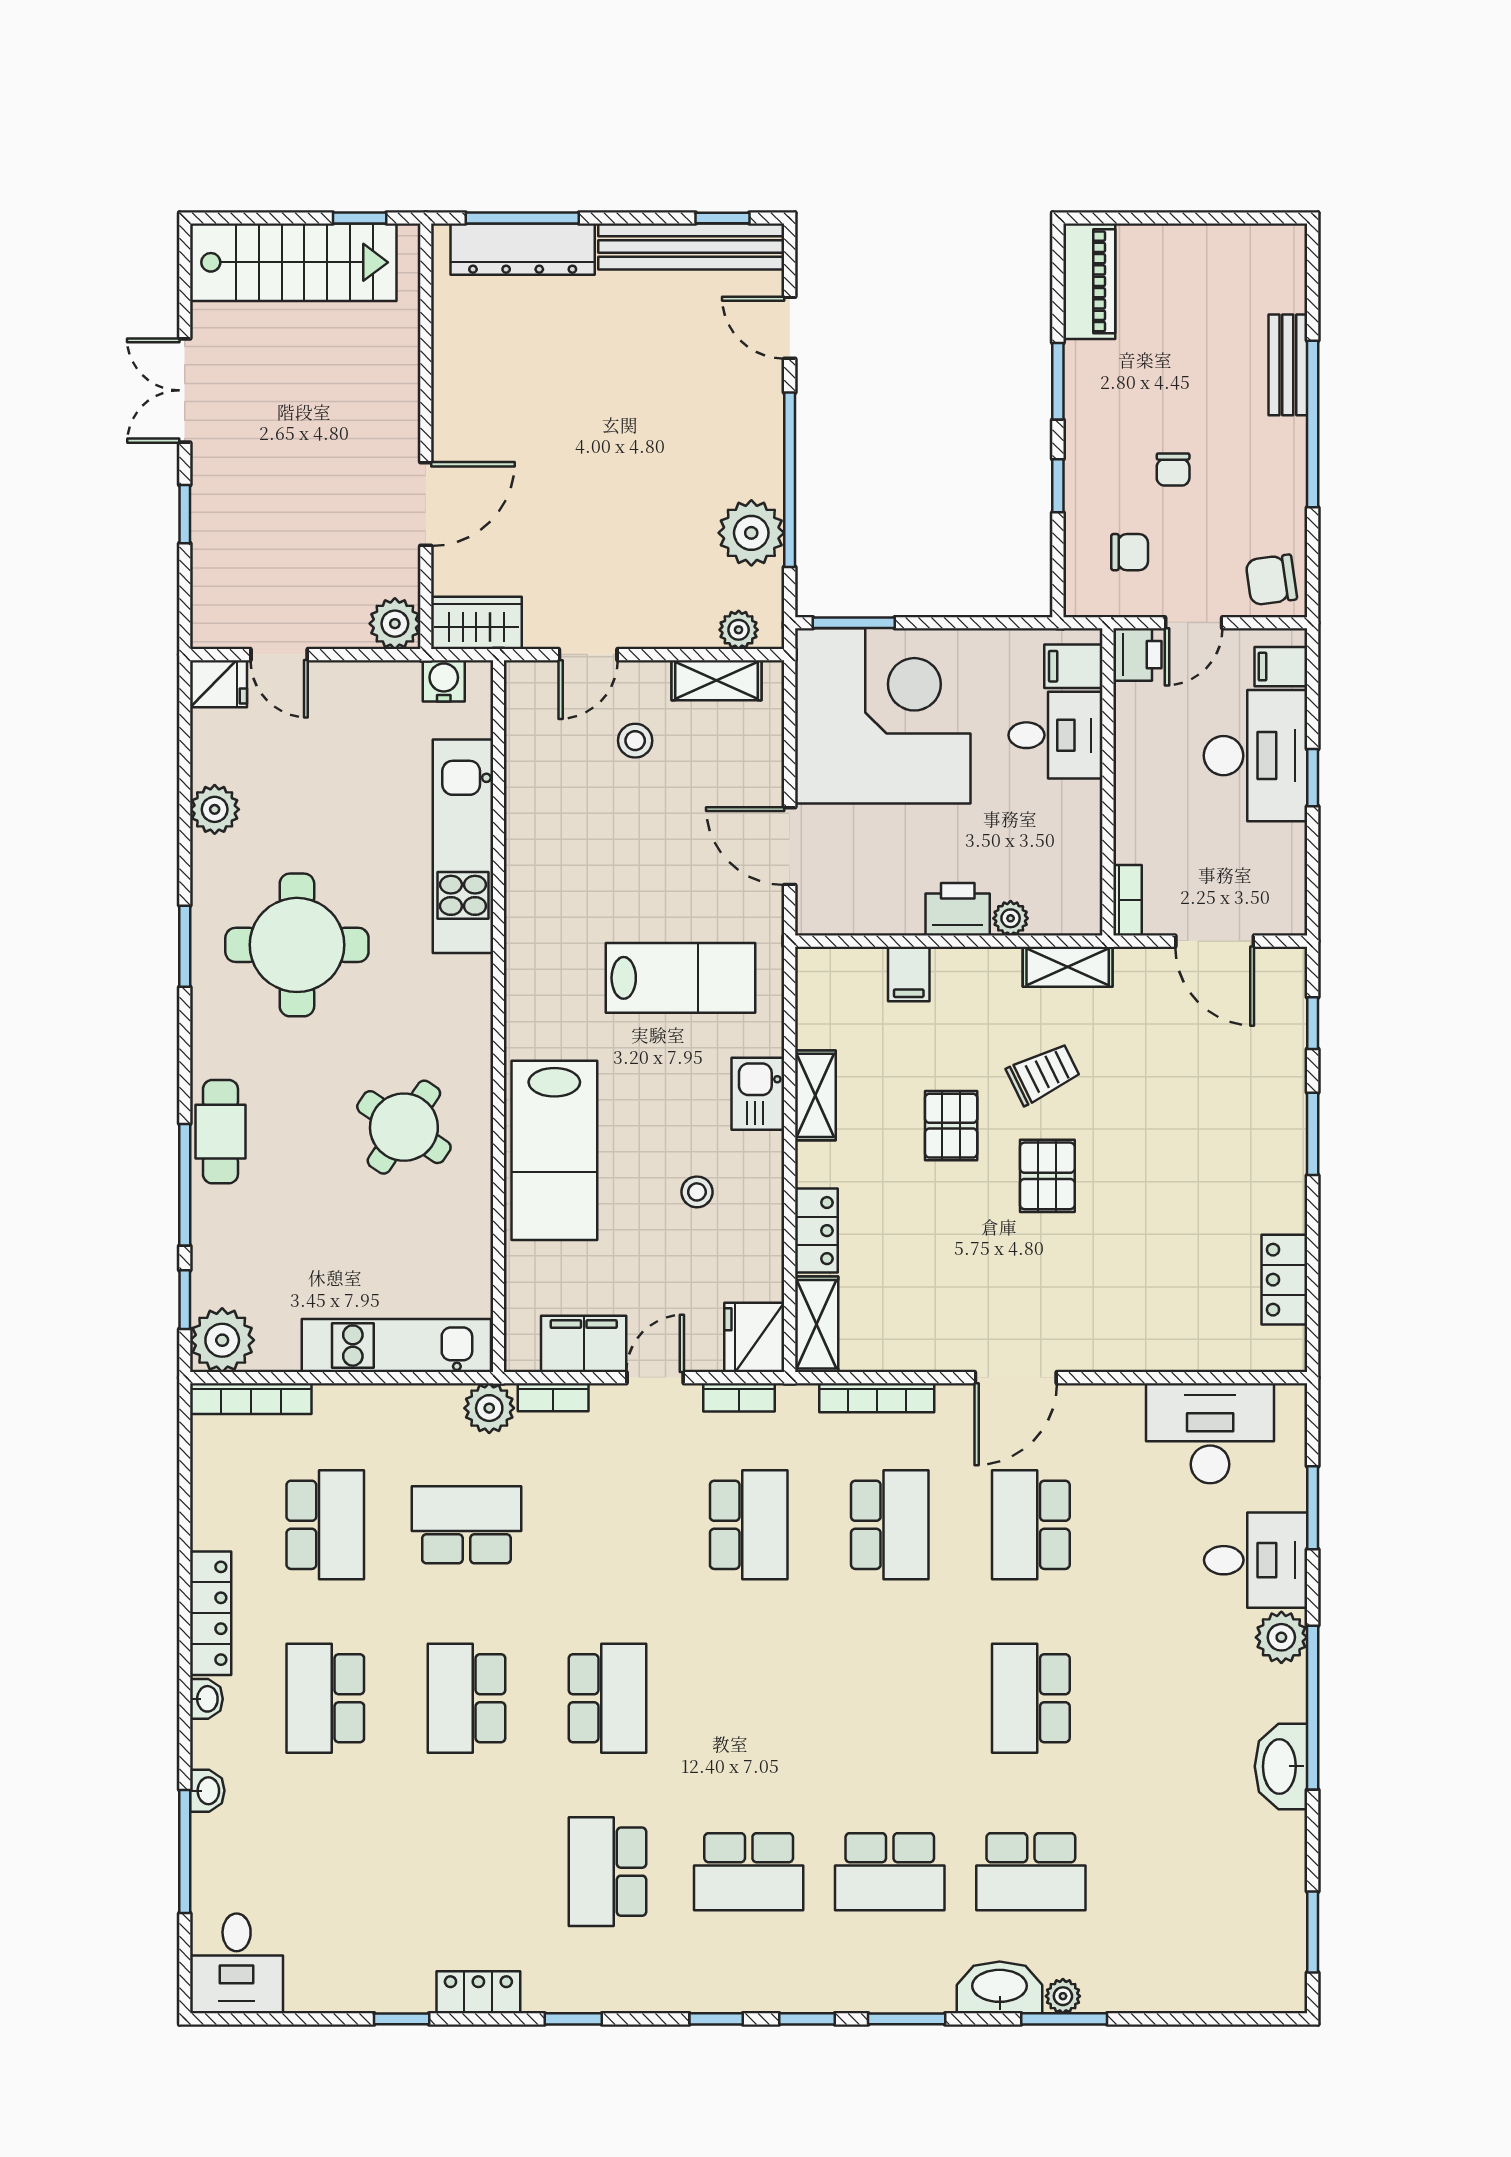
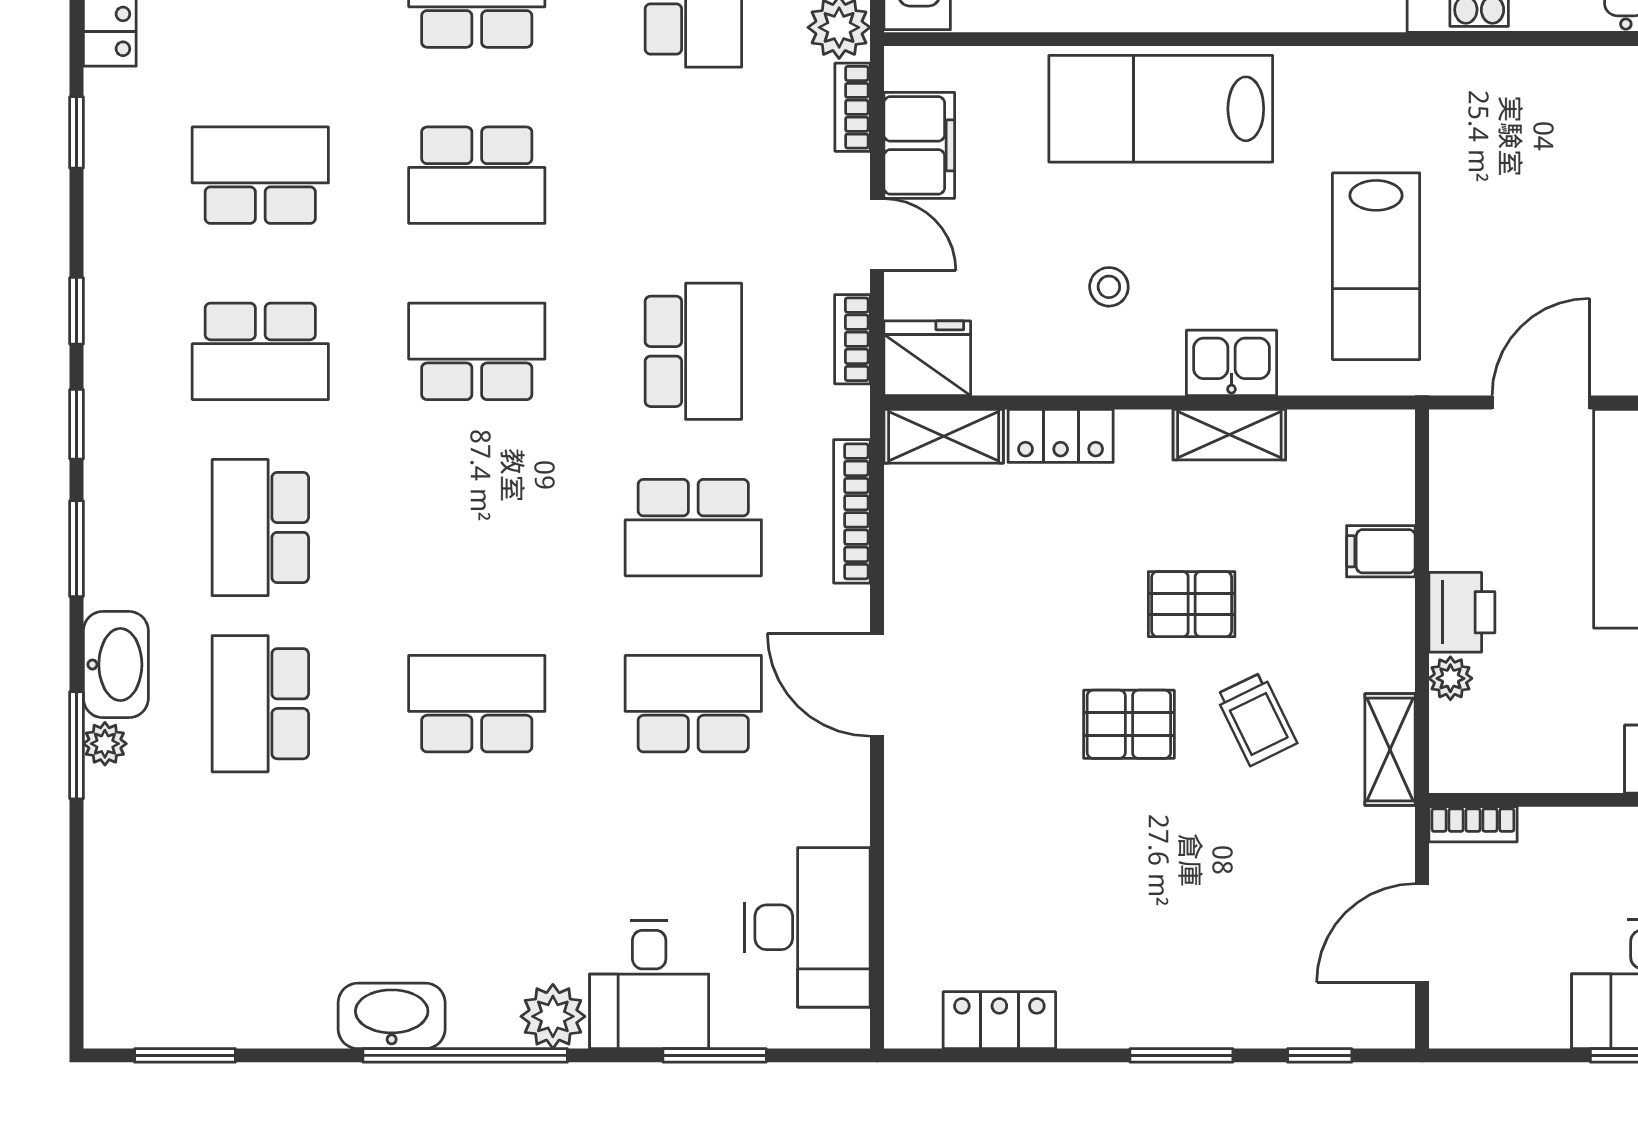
school desk: (749, 1525) -> (693, 351), turned -90
school desk: (749, 1698) -> (477, 351), added
school desk: (749, 1872) -> (260, 351), turned -90

